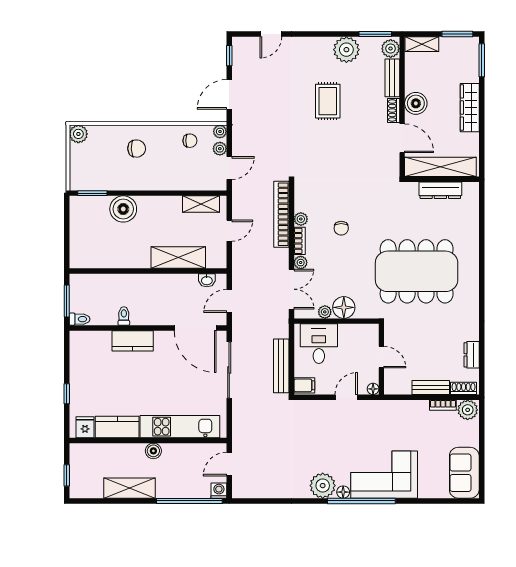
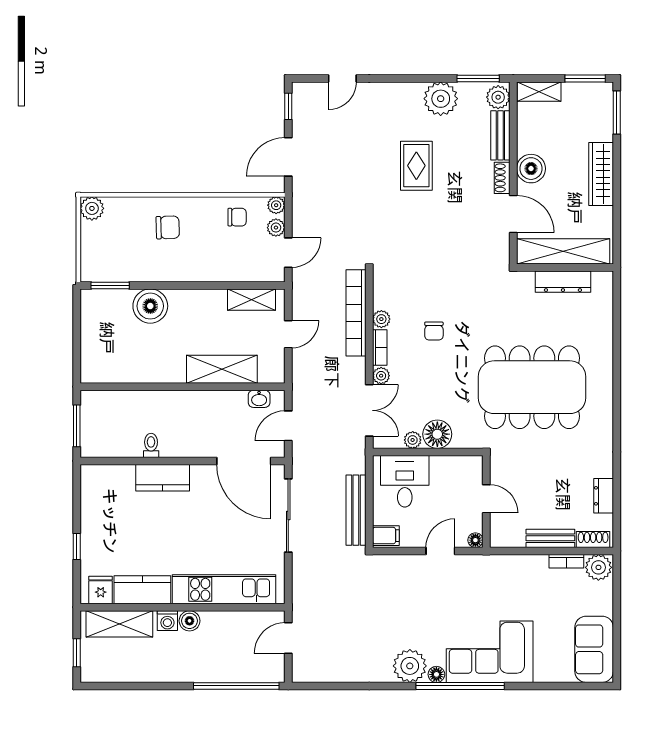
toilet: (80, 319) -> (93, 449), removed
shelving: (130, 488) -> (119, 624), moved
washing machine: (219, 491) -> (167, 621), moved, turned 180

